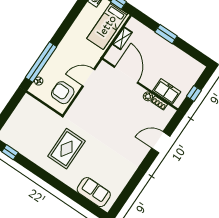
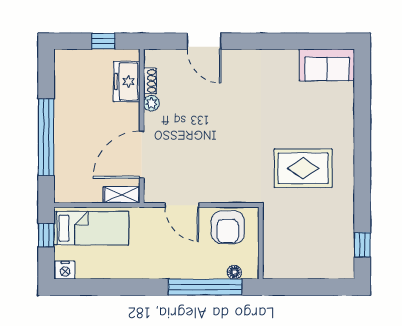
window: (166, 34) -> (46, 137), width x2.11
shelving: (122, 38) -> (122, 195), moved
sofa: (94, 192) -> (327, 65), moved, turned -90

